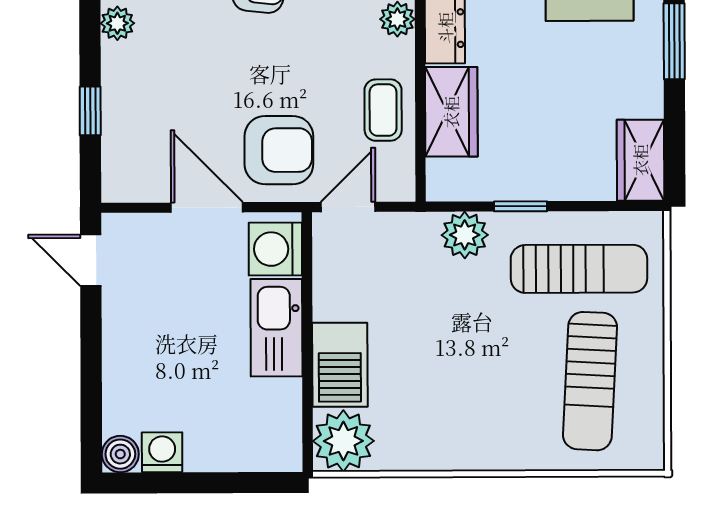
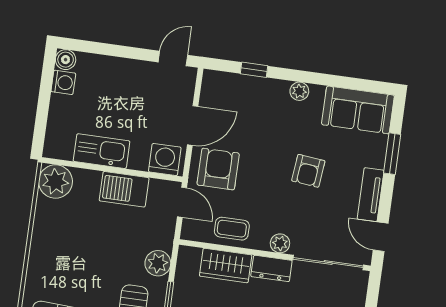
armchair: (279, 150) -> (218, 169), turned 180
kitchen sink: (276, 328) -> (102, 151), moved
barbecue: (340, 365) -> (124, 189), moved

